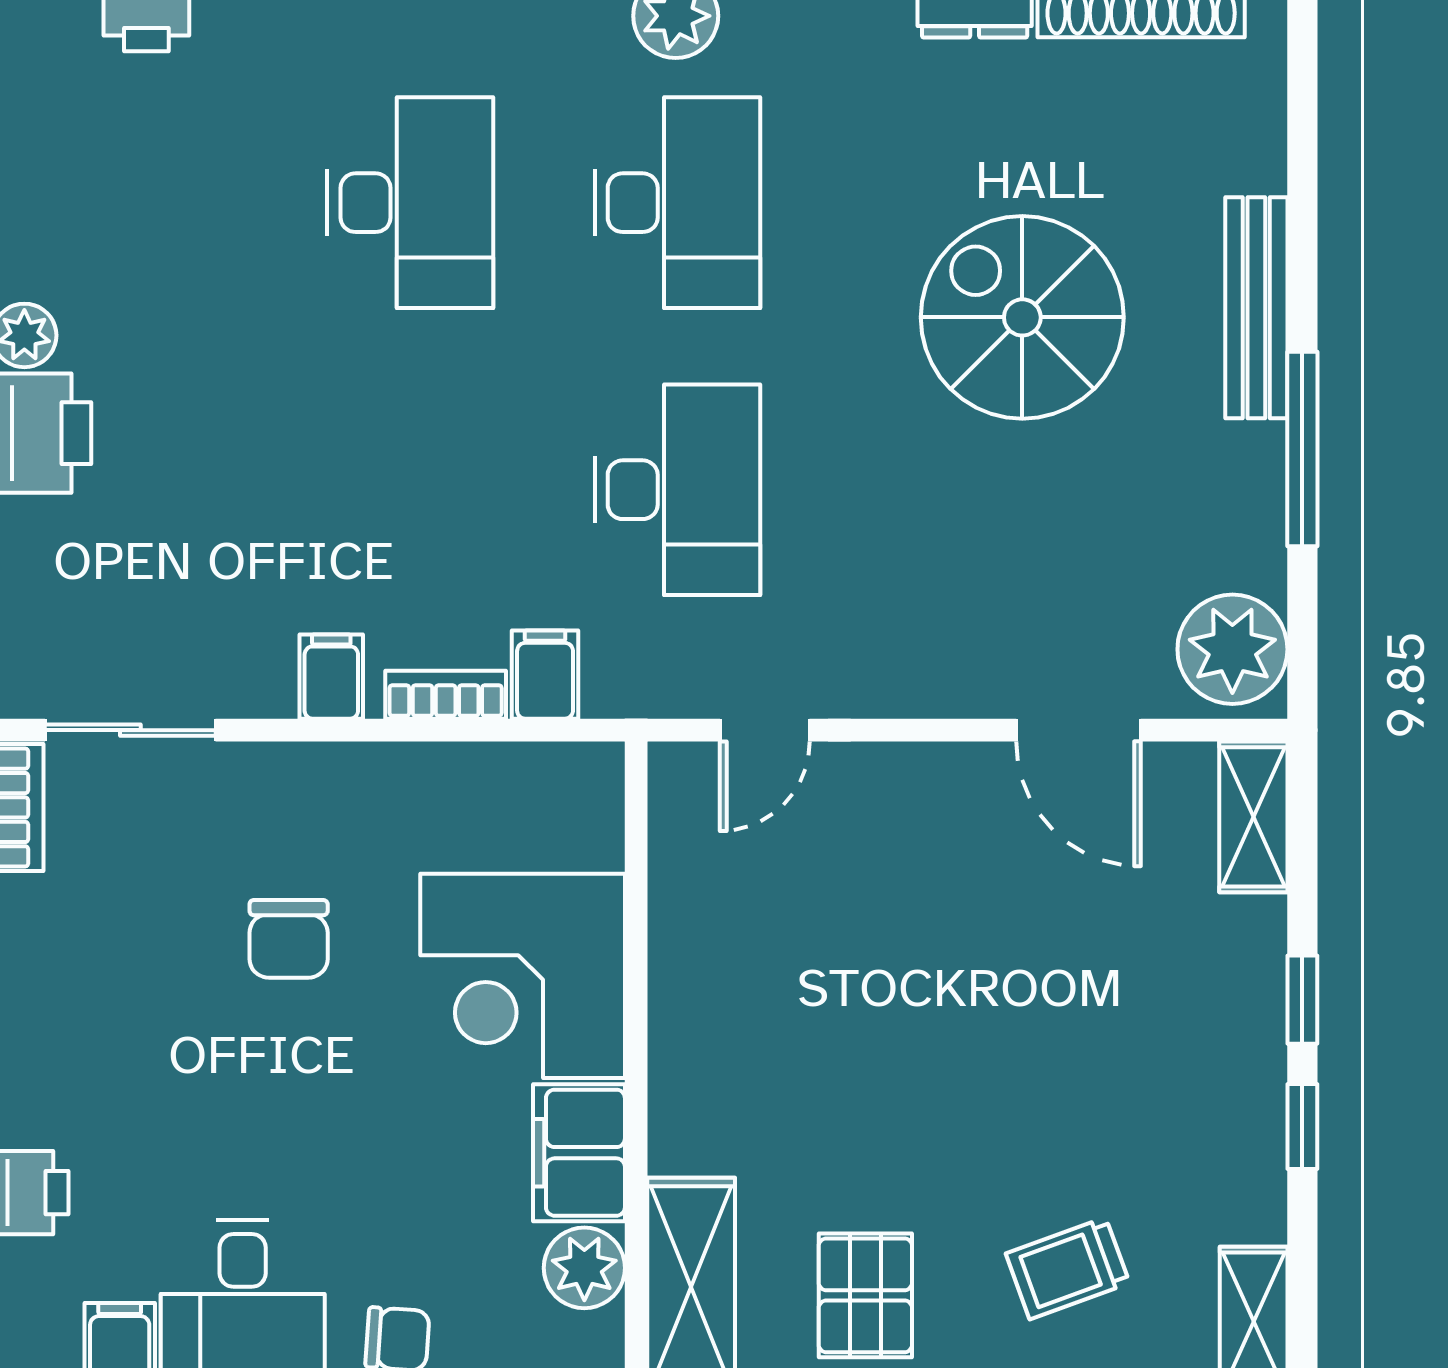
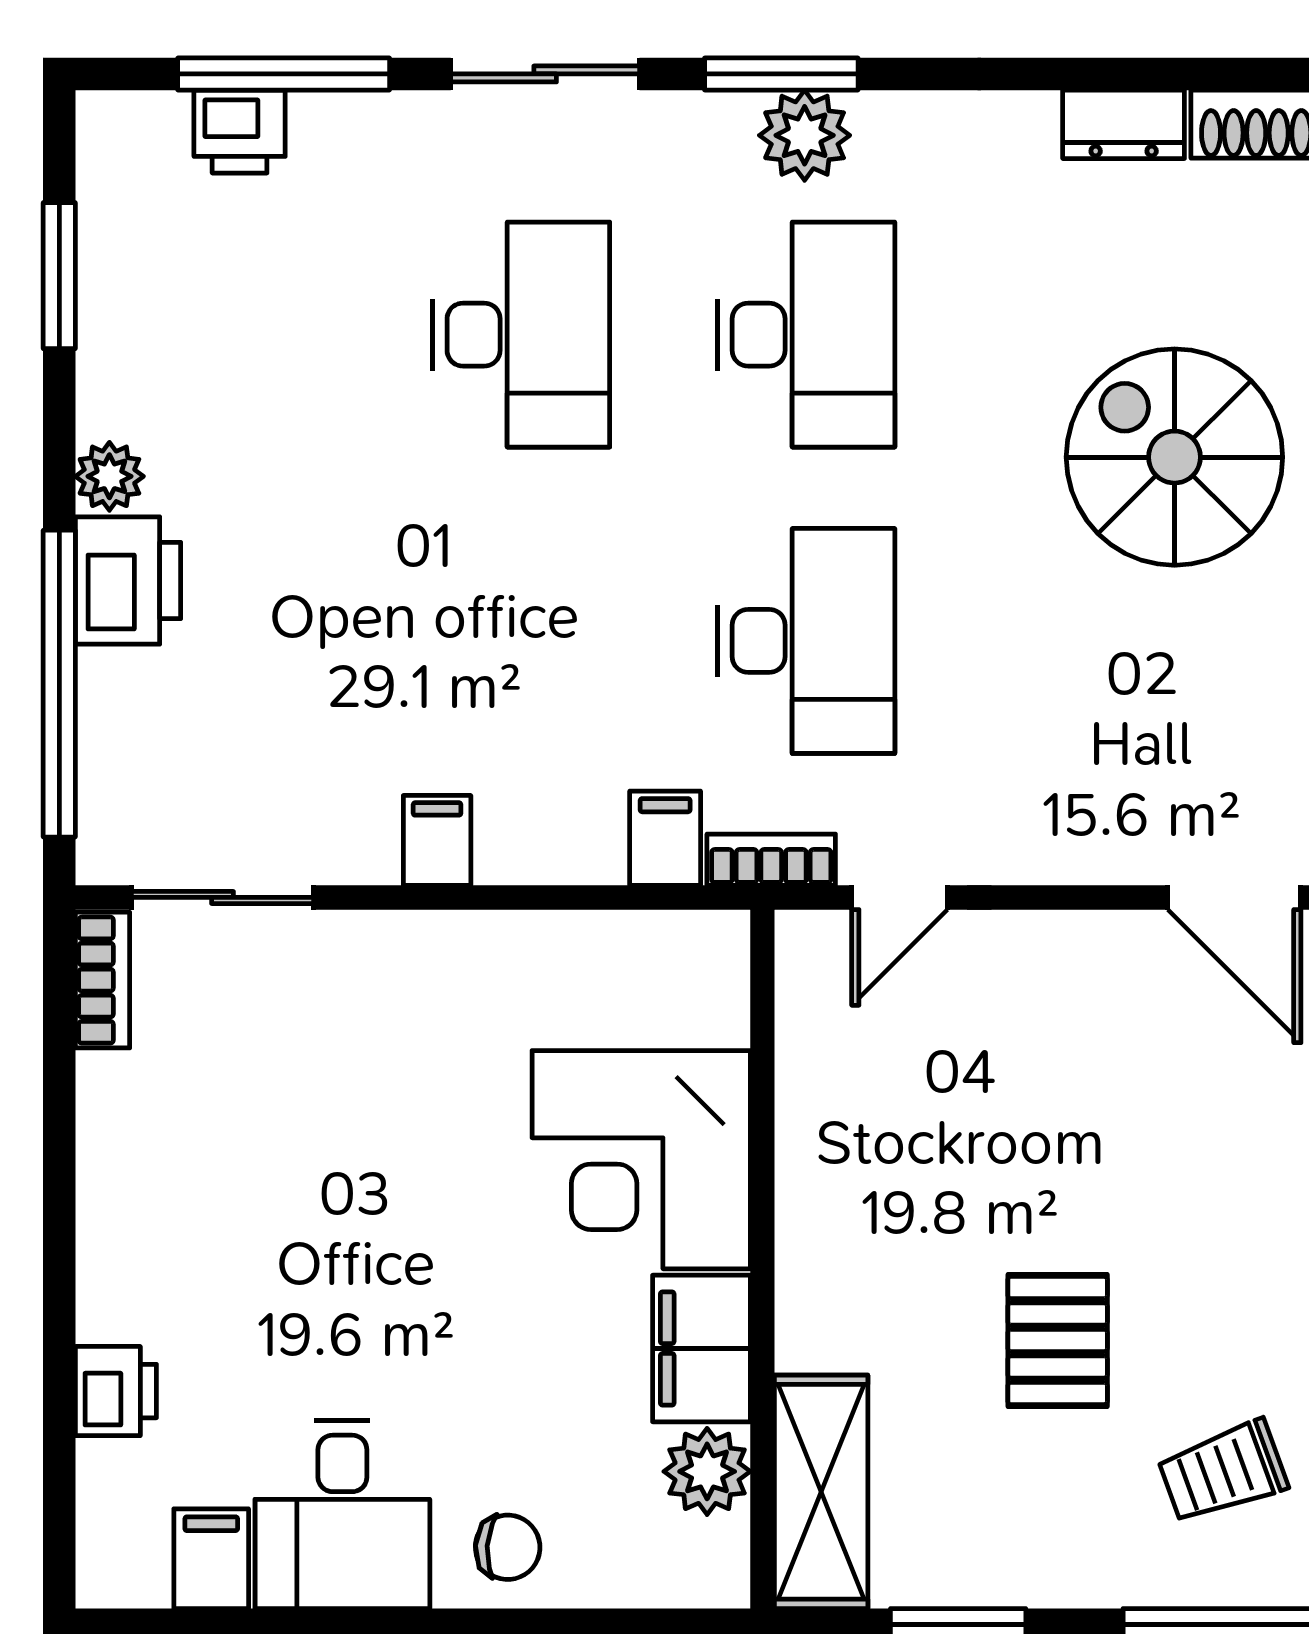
bookcase: (446, 695) -> (771, 860), moved
chair: (289, 939) -> (391, 1120), removed
pallet: (865, 1295) -> (1058, 1340), moved

